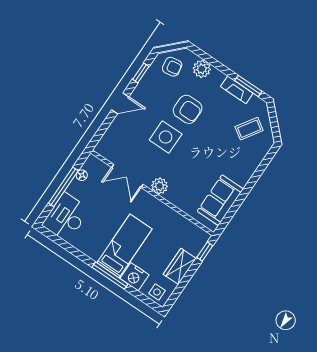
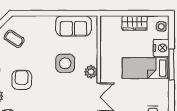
armchair: (188, 109) -> (22, 80), moved
side table: (166, 137) -> (65, 63), moved
window: (205, 252) -> (114, 13), removed

